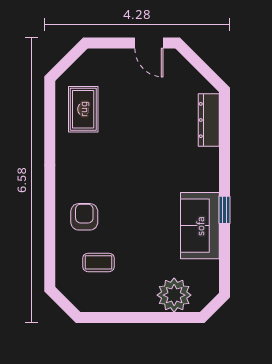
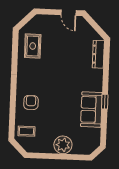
coffee table: (98, 262) -> (26, 131), moved
plant: (174, 295) -> (63, 145), moved

